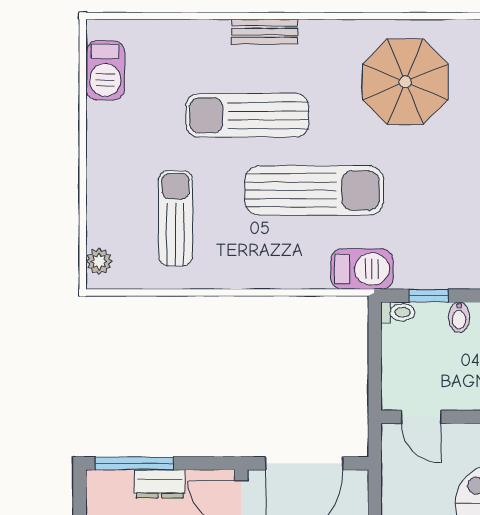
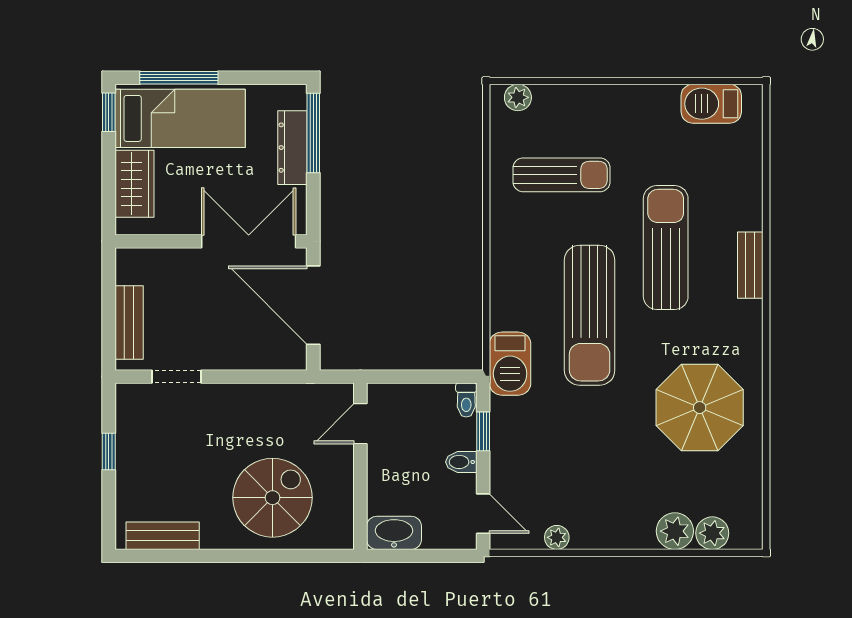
dresser: (160, 484) -> (292, 148), width x1.44

